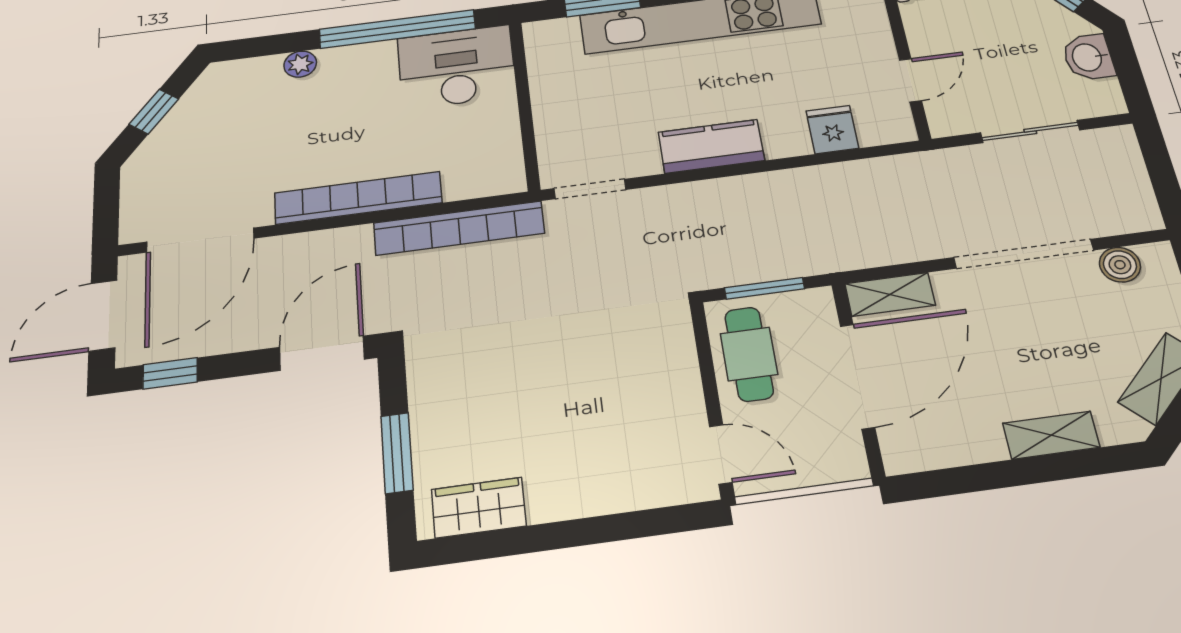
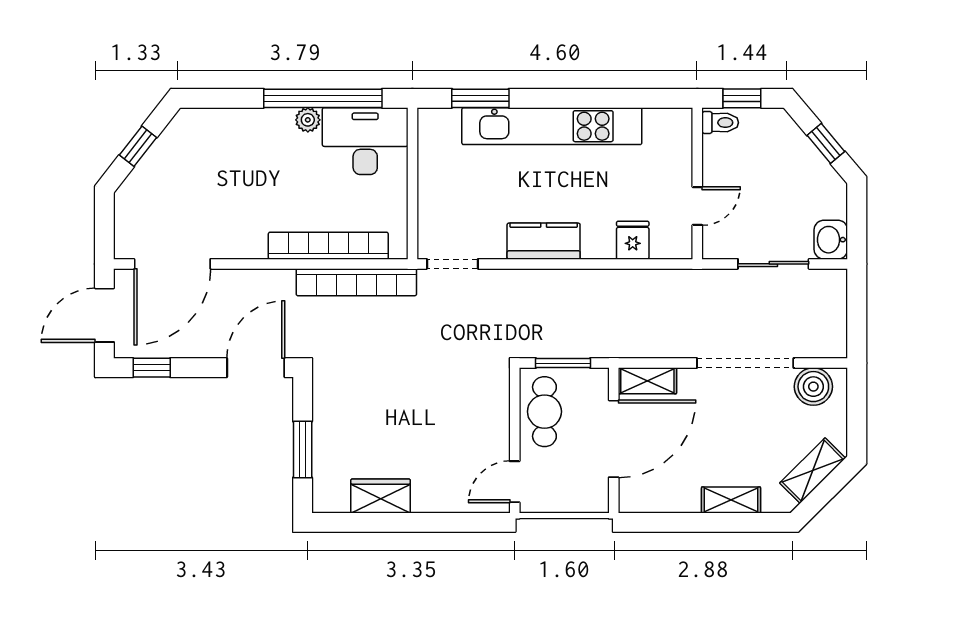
washbasin: (1088, 57) -> (831, 240), moved
plant: (300, 64) -> (308, 120), moved
bookcase: (358, 198) -> (328, 246), moved
boiler: (1120, 265) -> (813, 387), width x1.36, depth x1.36
door: (721, 454) -> (515, 482), swing flipped
wardrobe: (479, 508) -> (381, 496), moved

